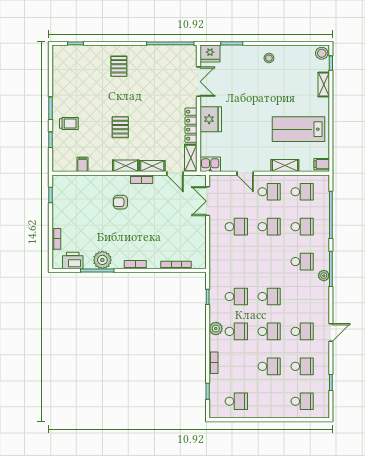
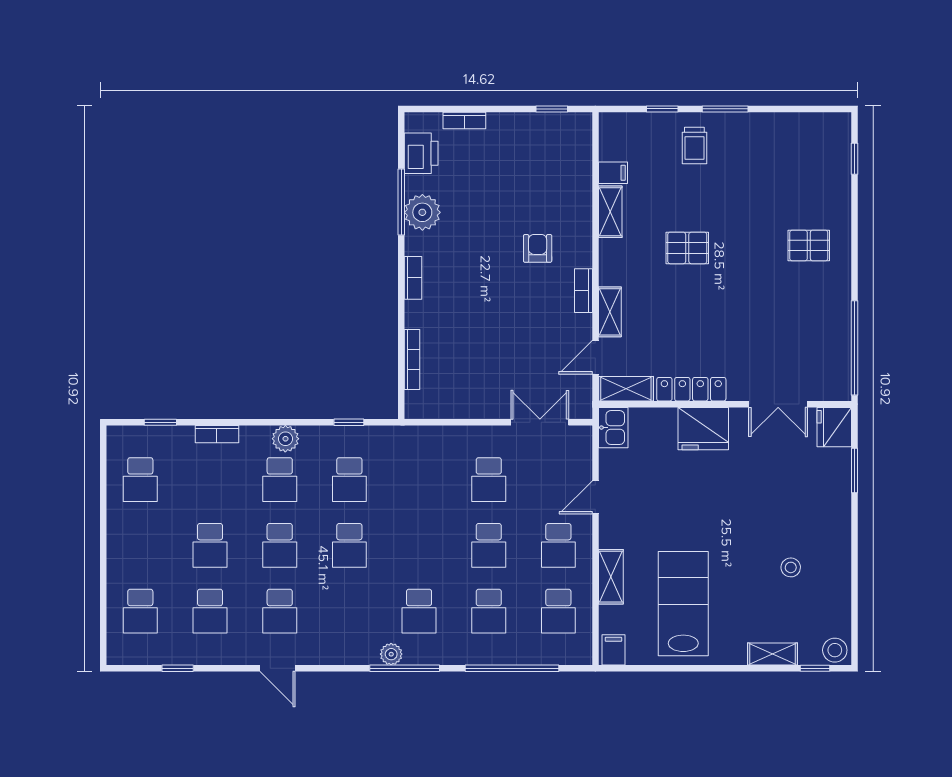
stool: (269, 58) -> (791, 567), moved
shelving: (126, 166) -> (610, 212), moved

